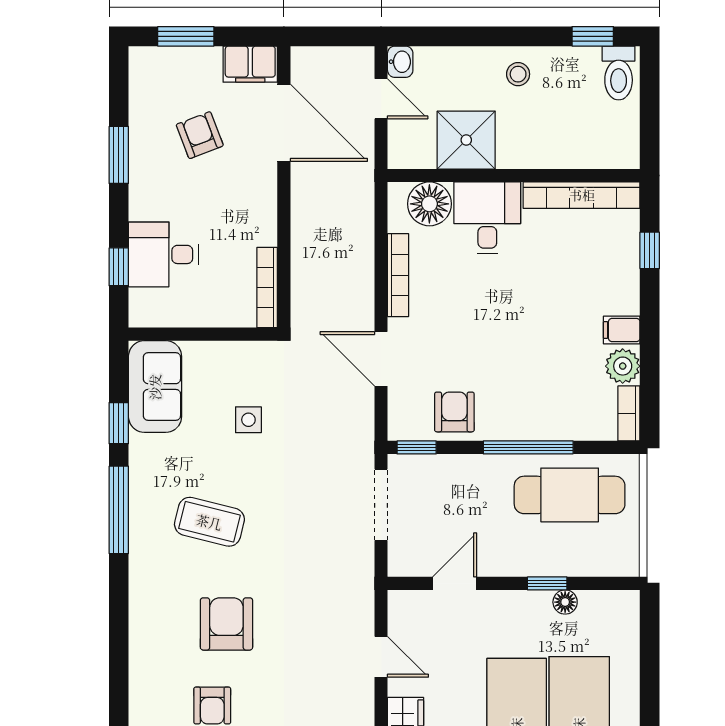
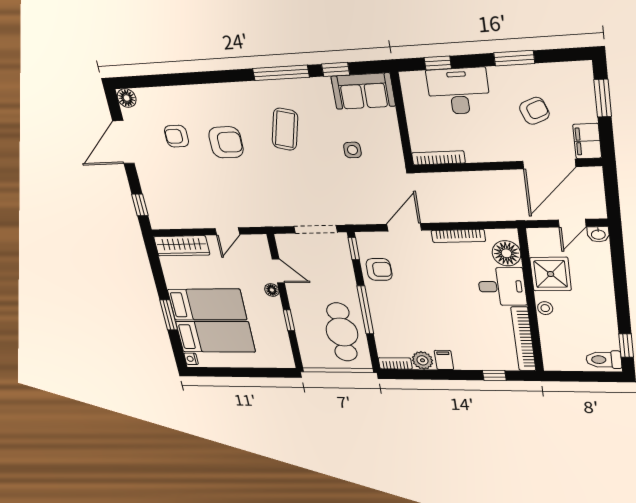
stool: (518, 74) -> (545, 308), moved
desk: (163, 254) -> (458, 91), width x1.37
floor lamp: (565, 602) -> (272, 290), moved

